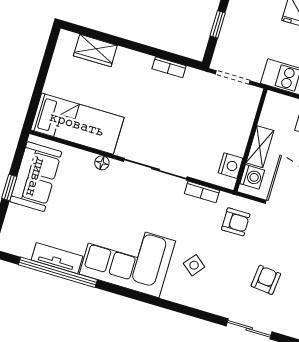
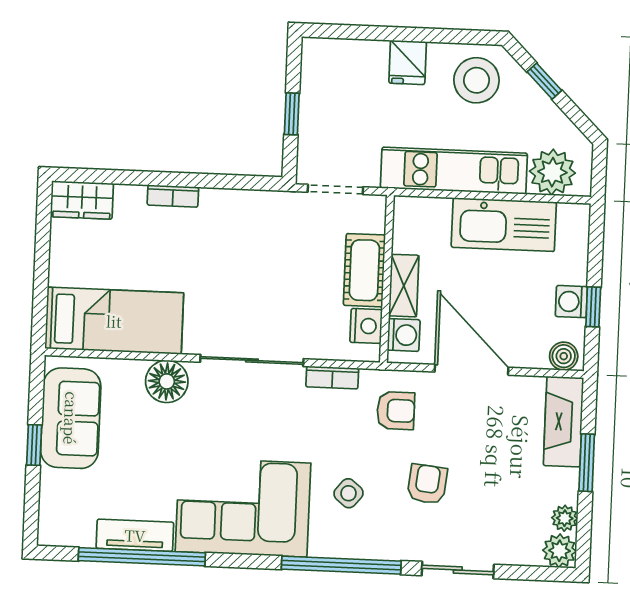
wardrobe: (95, 51) -> (82, 200), moved
bookcase: (169, 67) -> (173, 196), moved
cot: (238, 131) -> (364, 270), added
floor lamp: (102, 163) -> (167, 381), width x1.89, depth x1.89
armchair: (266, 280) -> (427, 484), moved
window: (179, 308) -> (341, 565), added

